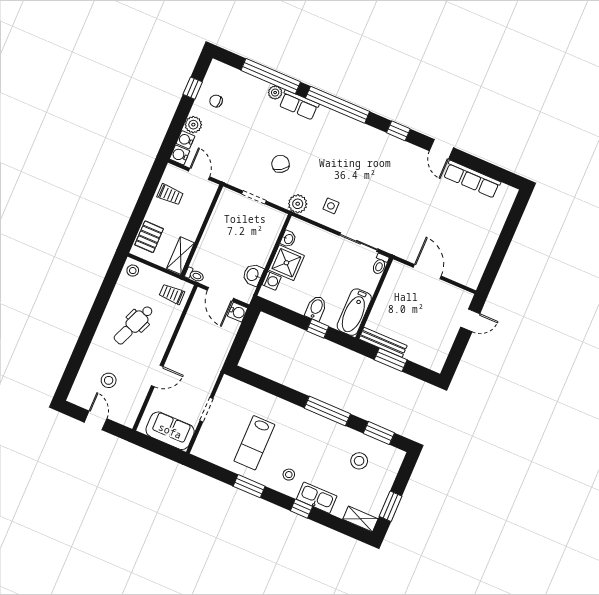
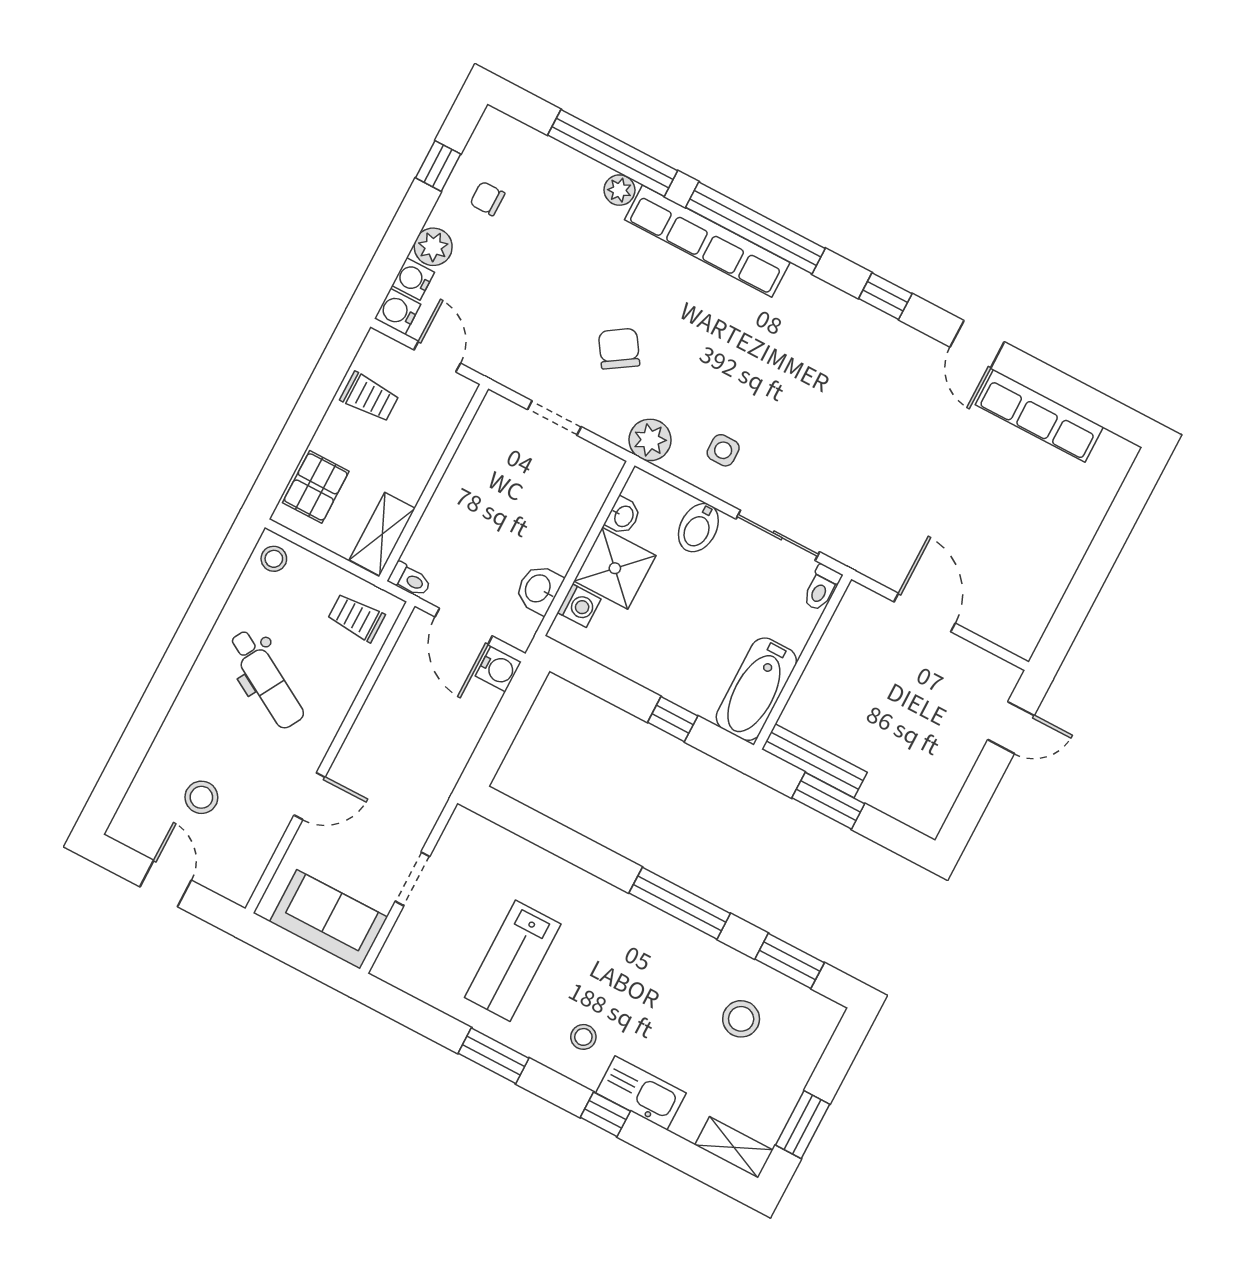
row of seats: (299, 105) -> (707, 241), width x2.02
bidet: (316, 308) -> (698, 528), moved, turned 180
dental chair: (134, 325) -> (266, 679), turned -82

